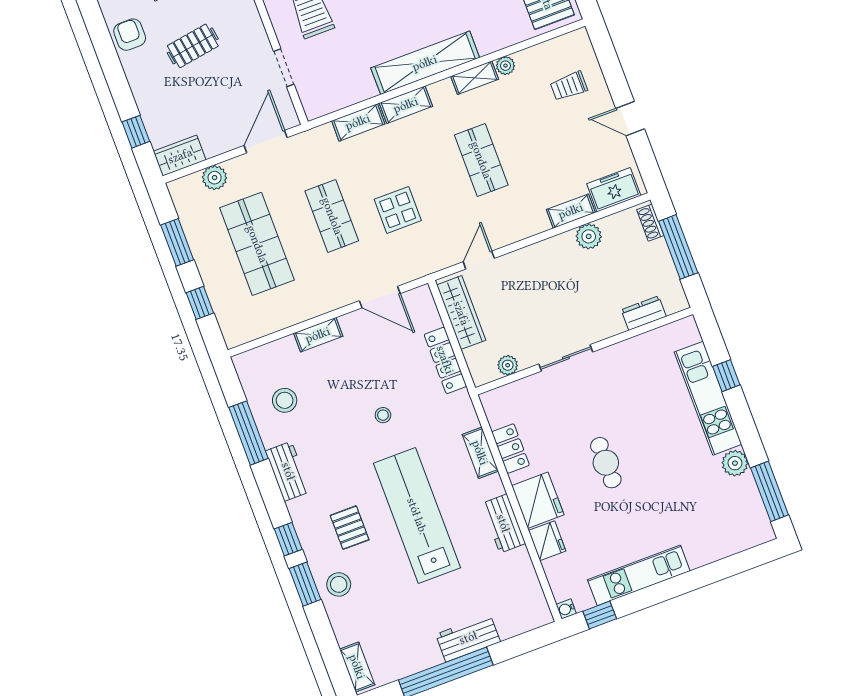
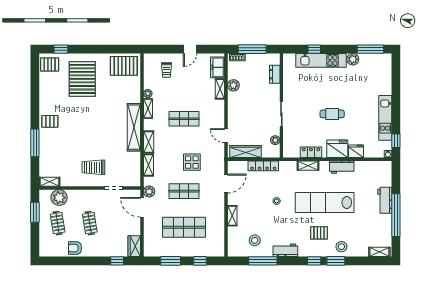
plant: (215, 178) -> (149, 191), moved

